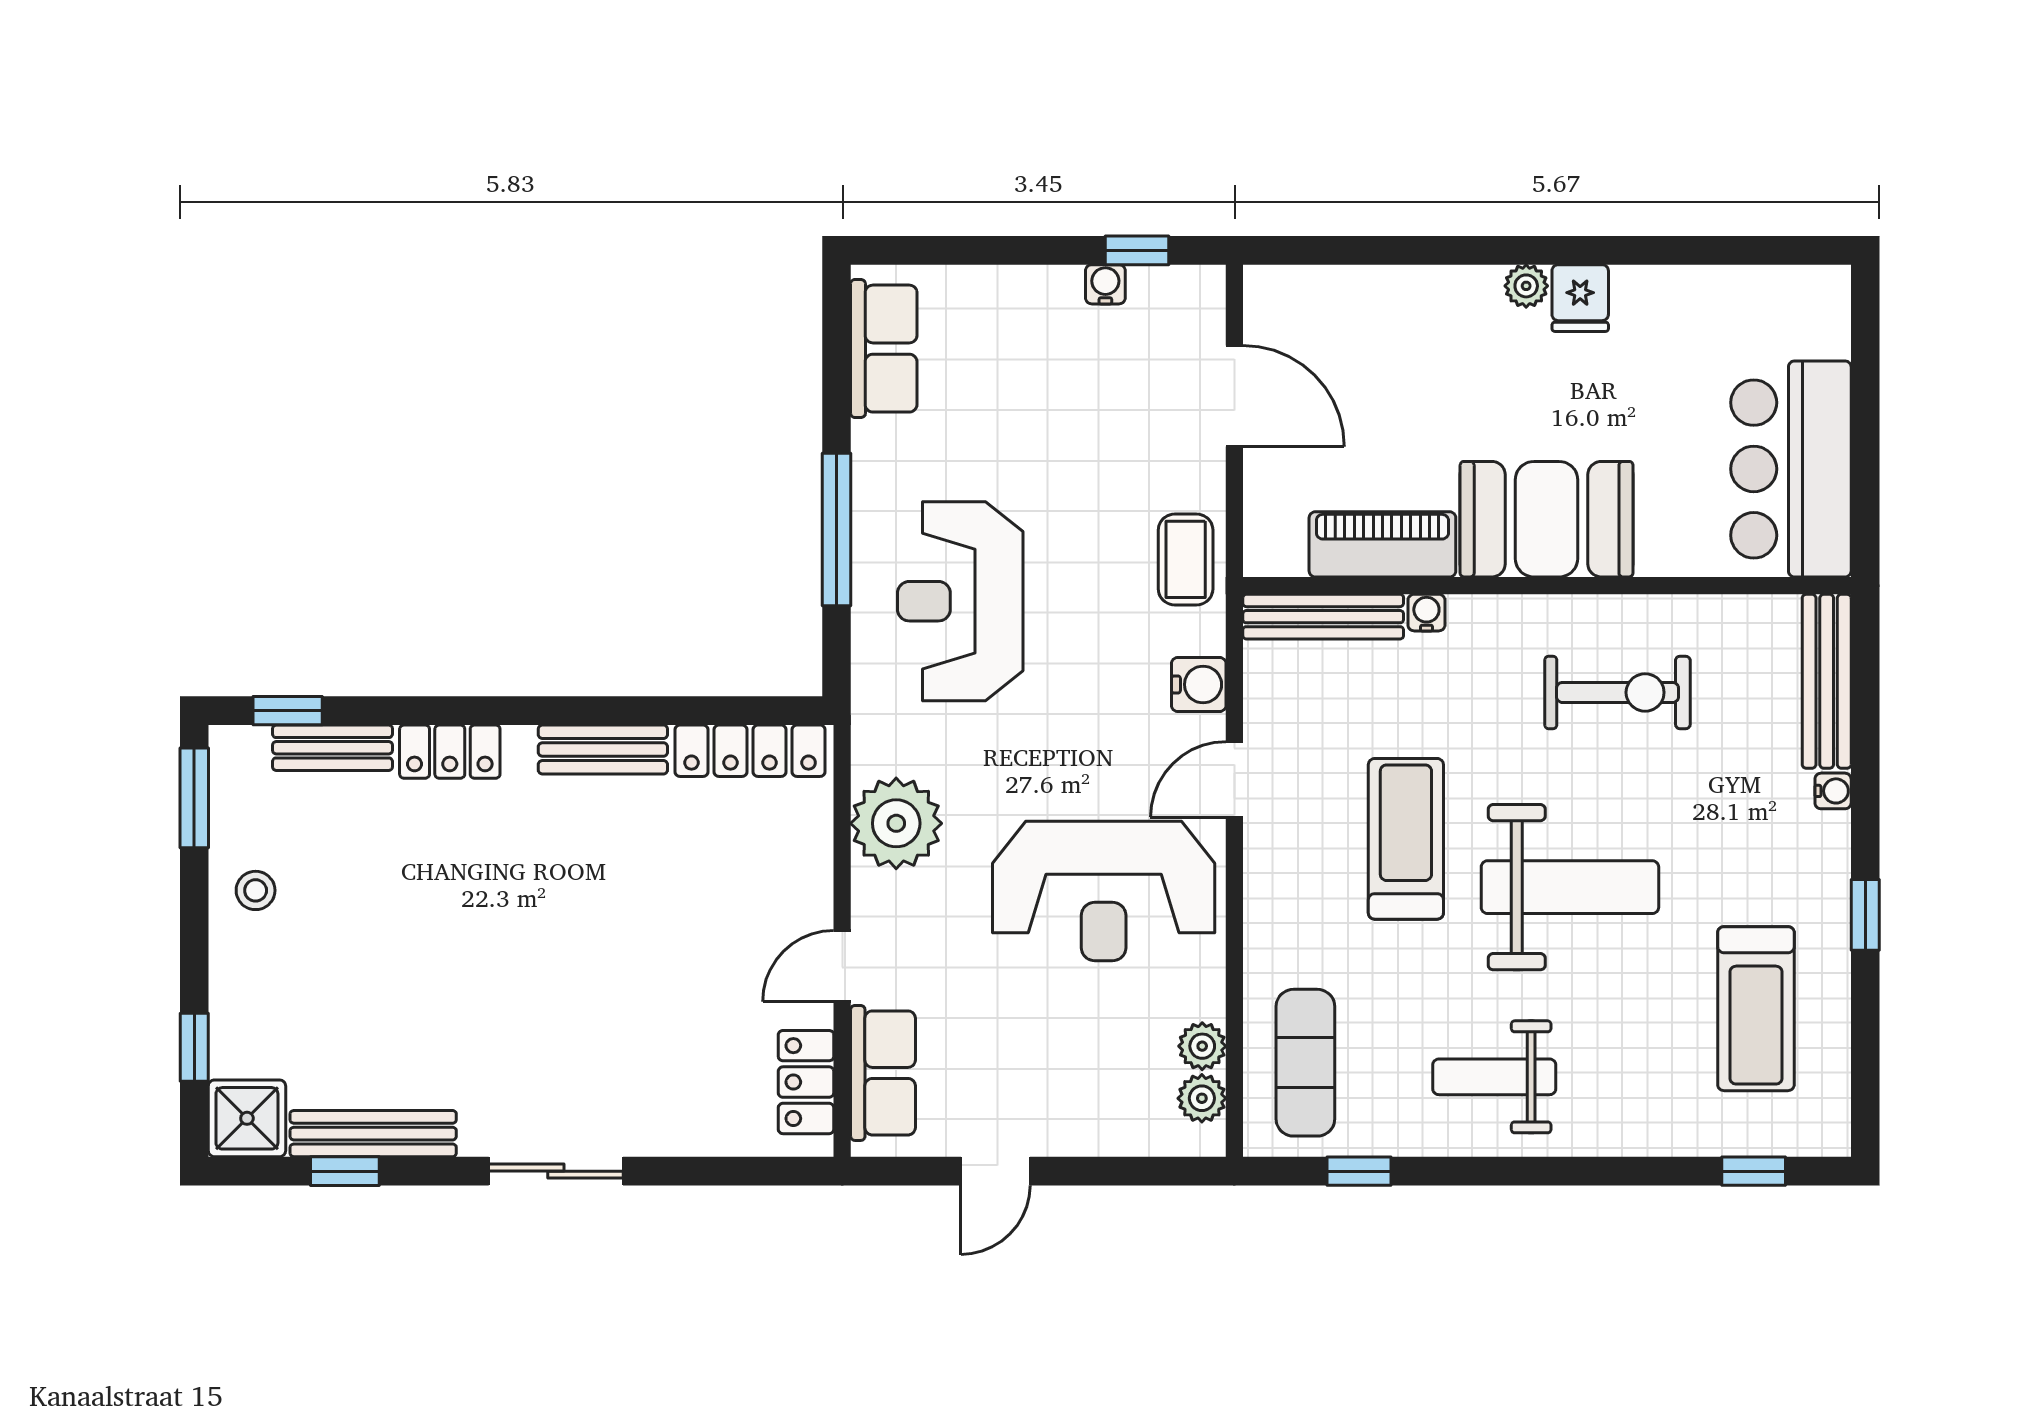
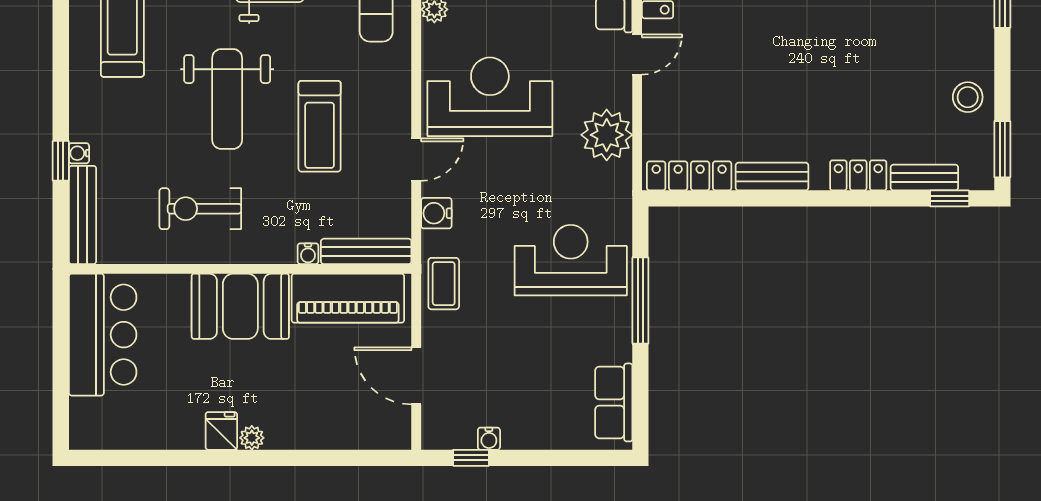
piano: (1382, 544) -> (348, 298), width x1.37, depth x1.33
reception desk: (960, 601) -> (571, 260), turned -90
weight bench: (1570, 887) -> (227, 99), turned -90
stool: (256, 890) -> (968, 97), width x1.37, depth x1.37
window: (1865, 915) -> (61, 161), moved

